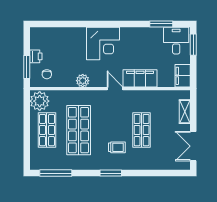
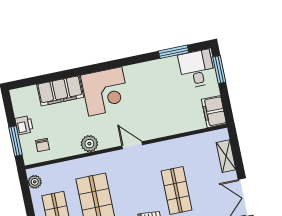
filing cabinet: (140, 78) -> (60, 91), moved, turned 180
plant: (40, 101) -> (35, 182), width x0.53, depth x0.53

